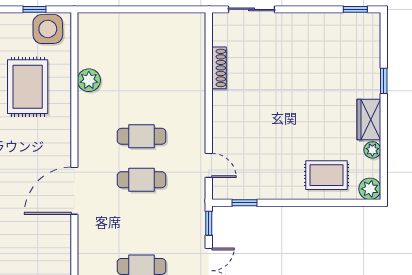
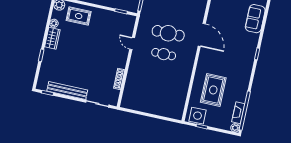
bench: (317, 22) -> (67, 91), added
plant: (89, 80) -> (183, 87), removed
door: (209, 165) -> (132, 43), moved
cafe table: (142, 180) -> (168, 33), width x1.37, depth x1.35
door: (74, 191) -> (202, 35), hinge flipped

